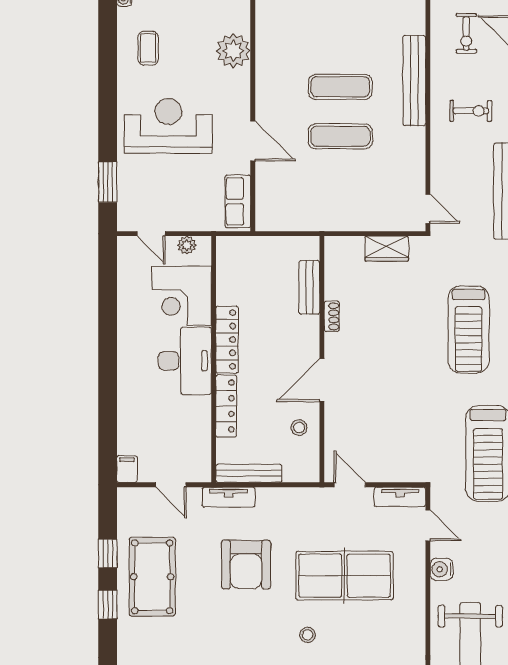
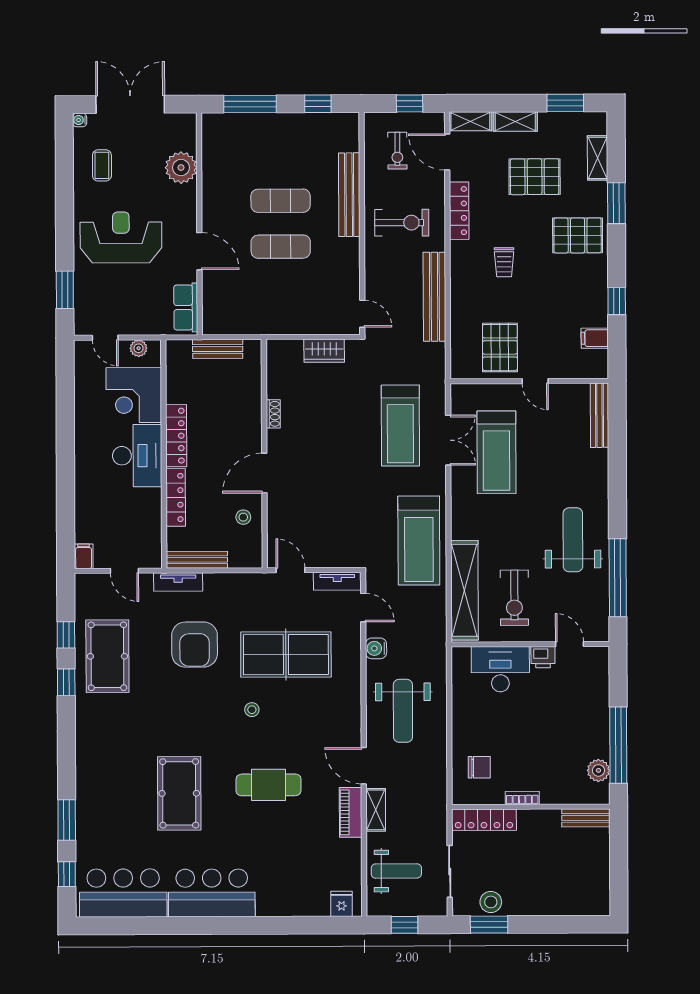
exercise bike: (471, 111) -> (402, 223), width x1.38, depth x1.39
bench: (309, 287) -> (218, 349), moved, turned 90

